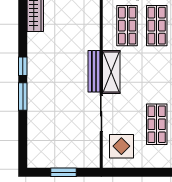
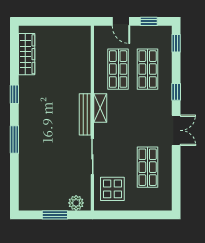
window: (23, 66) -> (14, 94), moved
shelving: (111, 72) -> (100, 108), width x0.67, depth x0.75
plant: (85, 160) -> (76, 203), added

